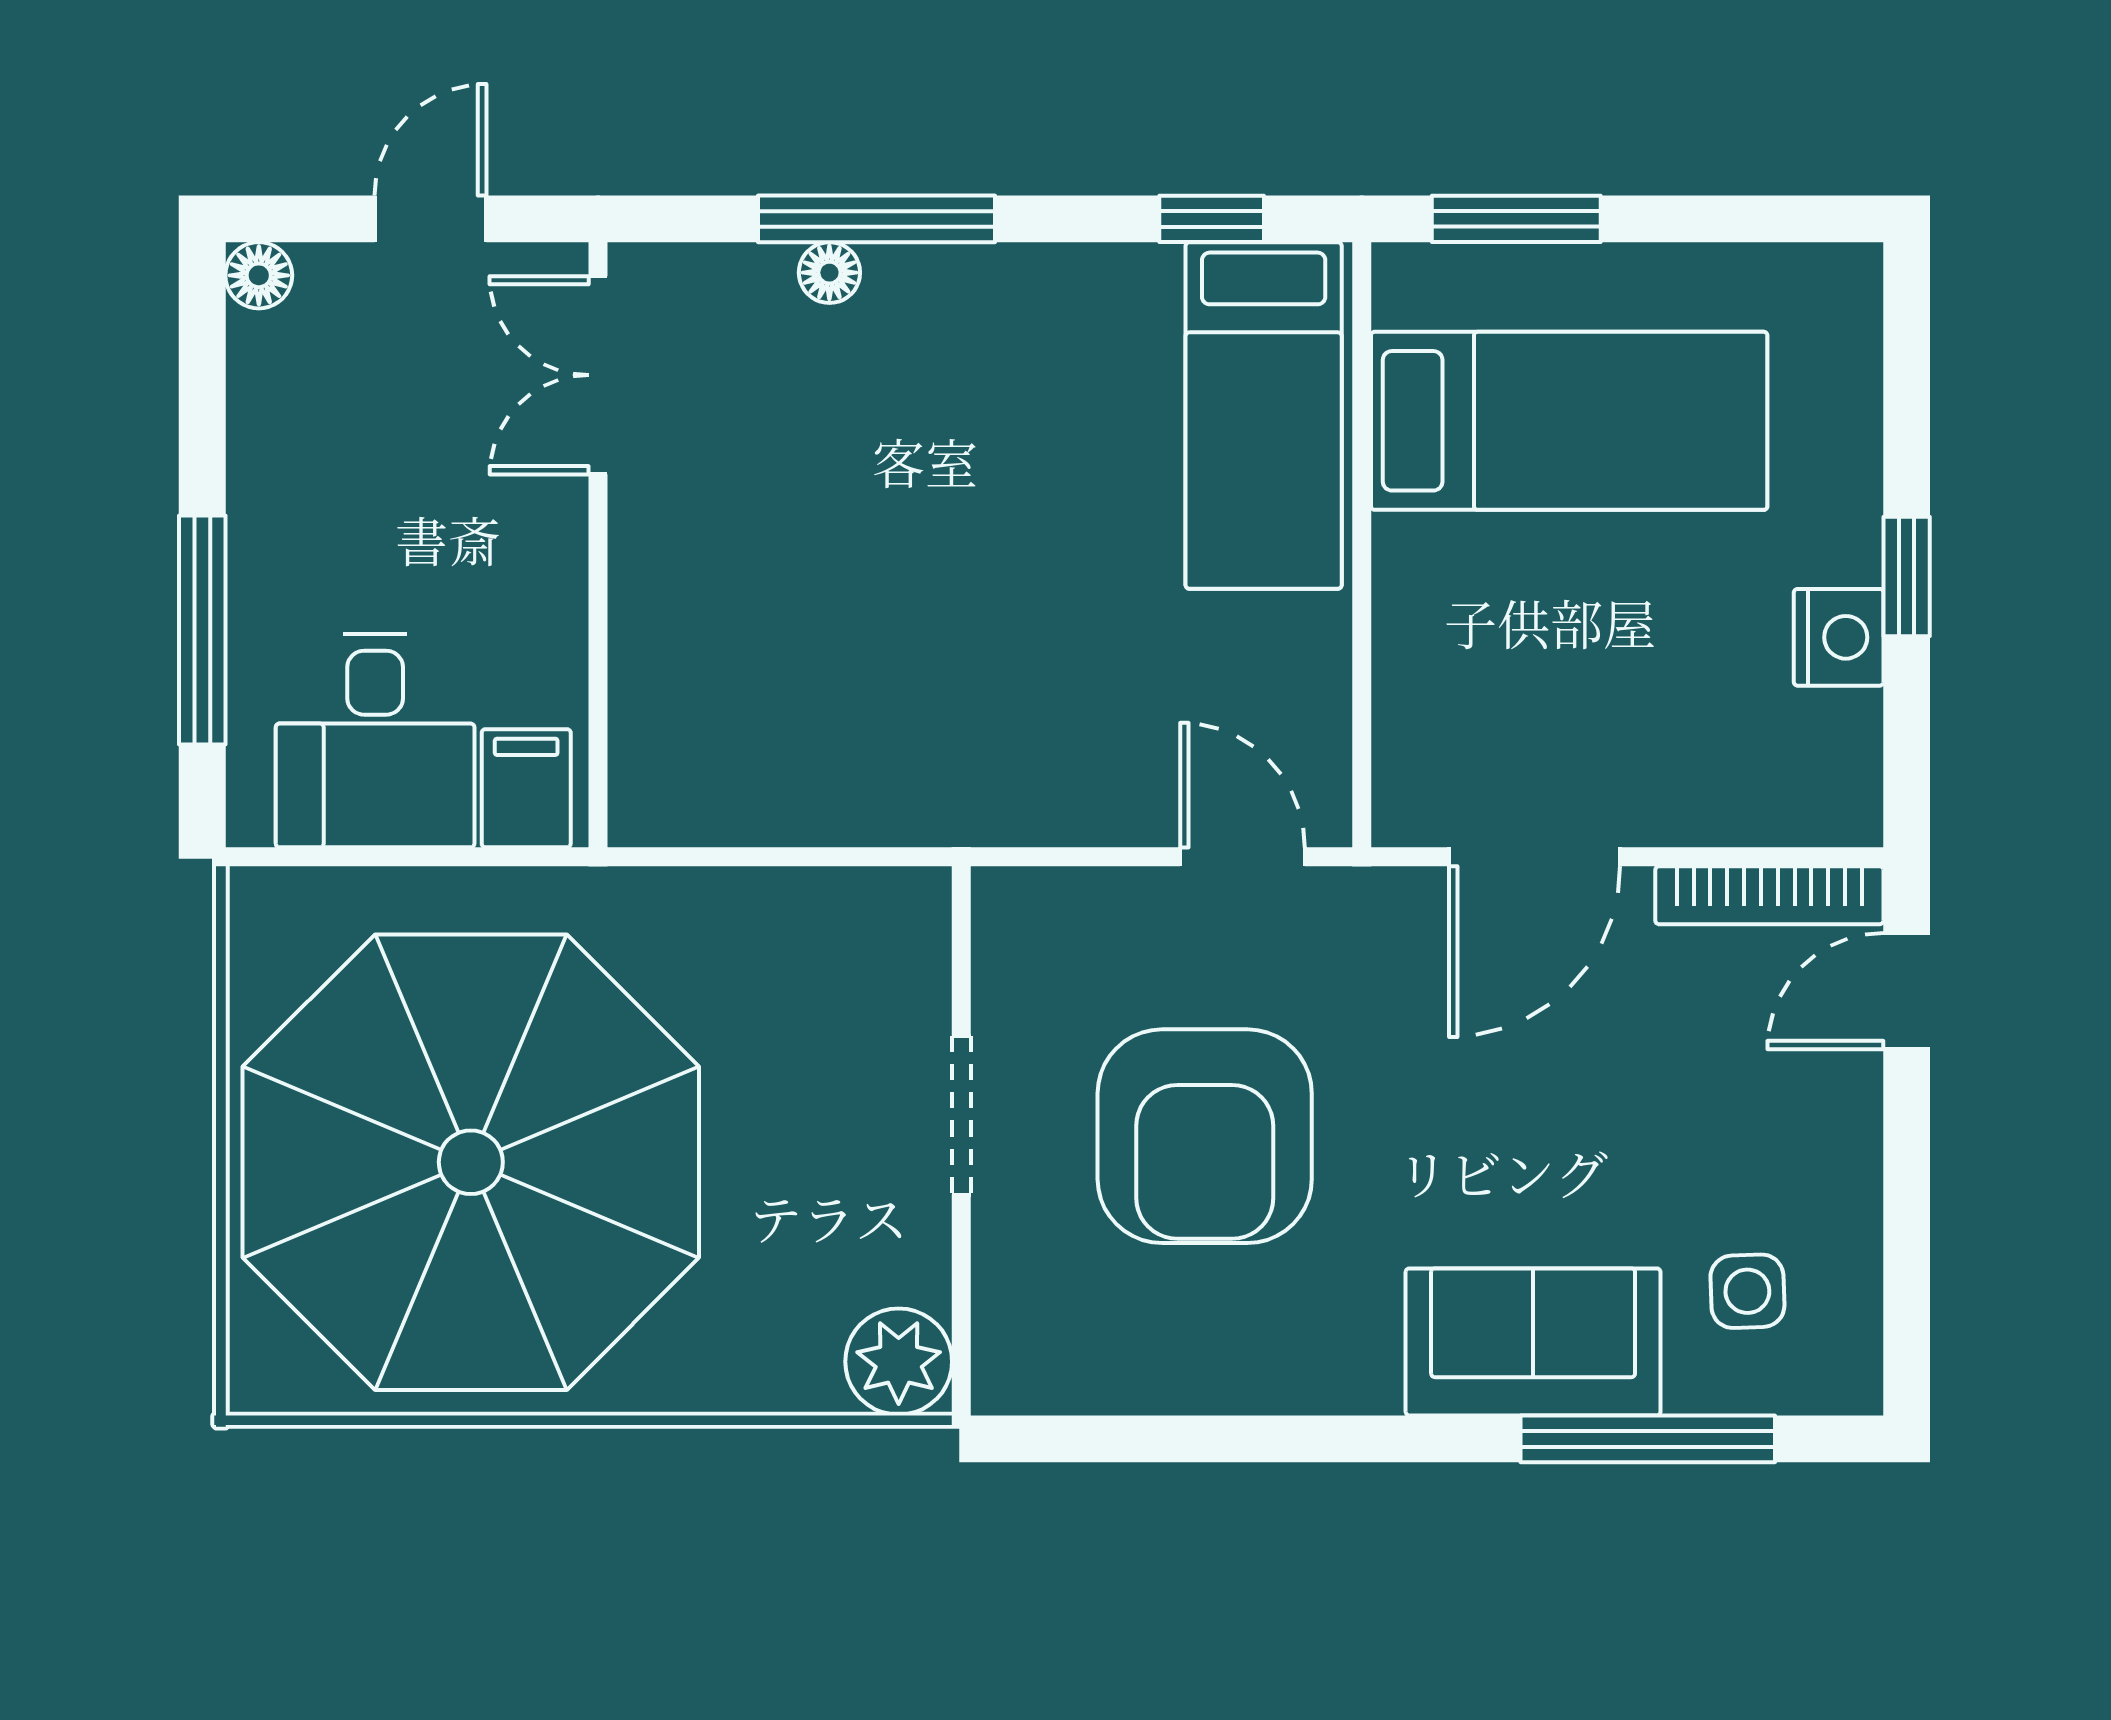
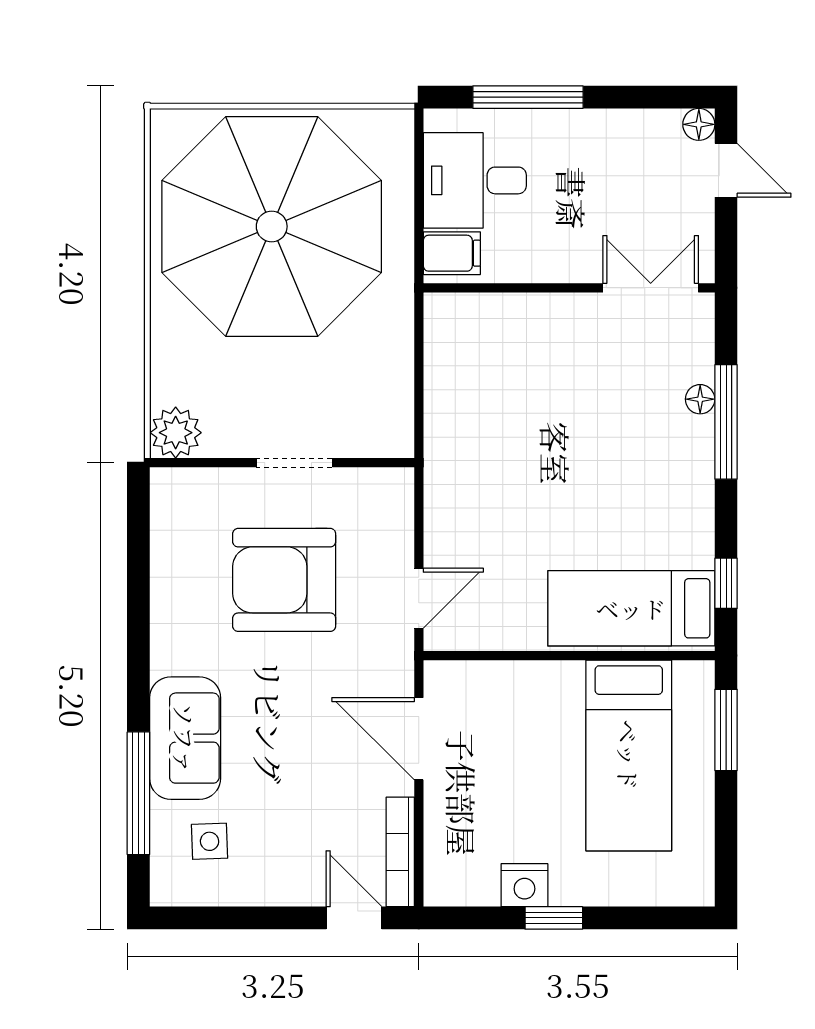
door: (430, 219) -> (726, 170), moved

